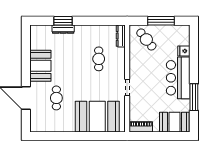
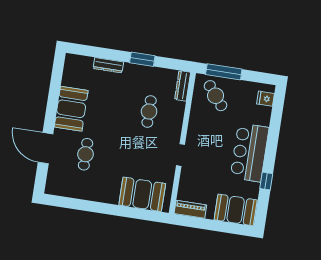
window: (63, 21) -> (142, 59), moved
window: (161, 21) -> (224, 72), moved
fridge: (184, 51) -> (266, 99), moved
window: (194, 97) -> (266, 181), width x0.46
booth: (97, 117) -> (142, 194), width x0.73, depth x0.70

